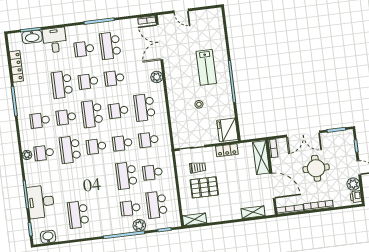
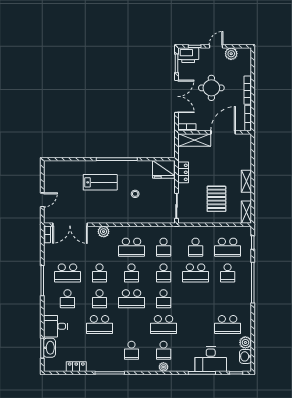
locker: (16, 66) -> (76, 367), width x0.66
school desk: (66, 117) -> (132, 325), removed
trolley: (198, 167) -> (196, 203), removed
printer: (356, 197) -> (188, 55), moved, width x1.87, depth x1.48
shelving: (253, 212) -> (246, 181), moved
plant: (139, 225) -> (245, 342), moved

